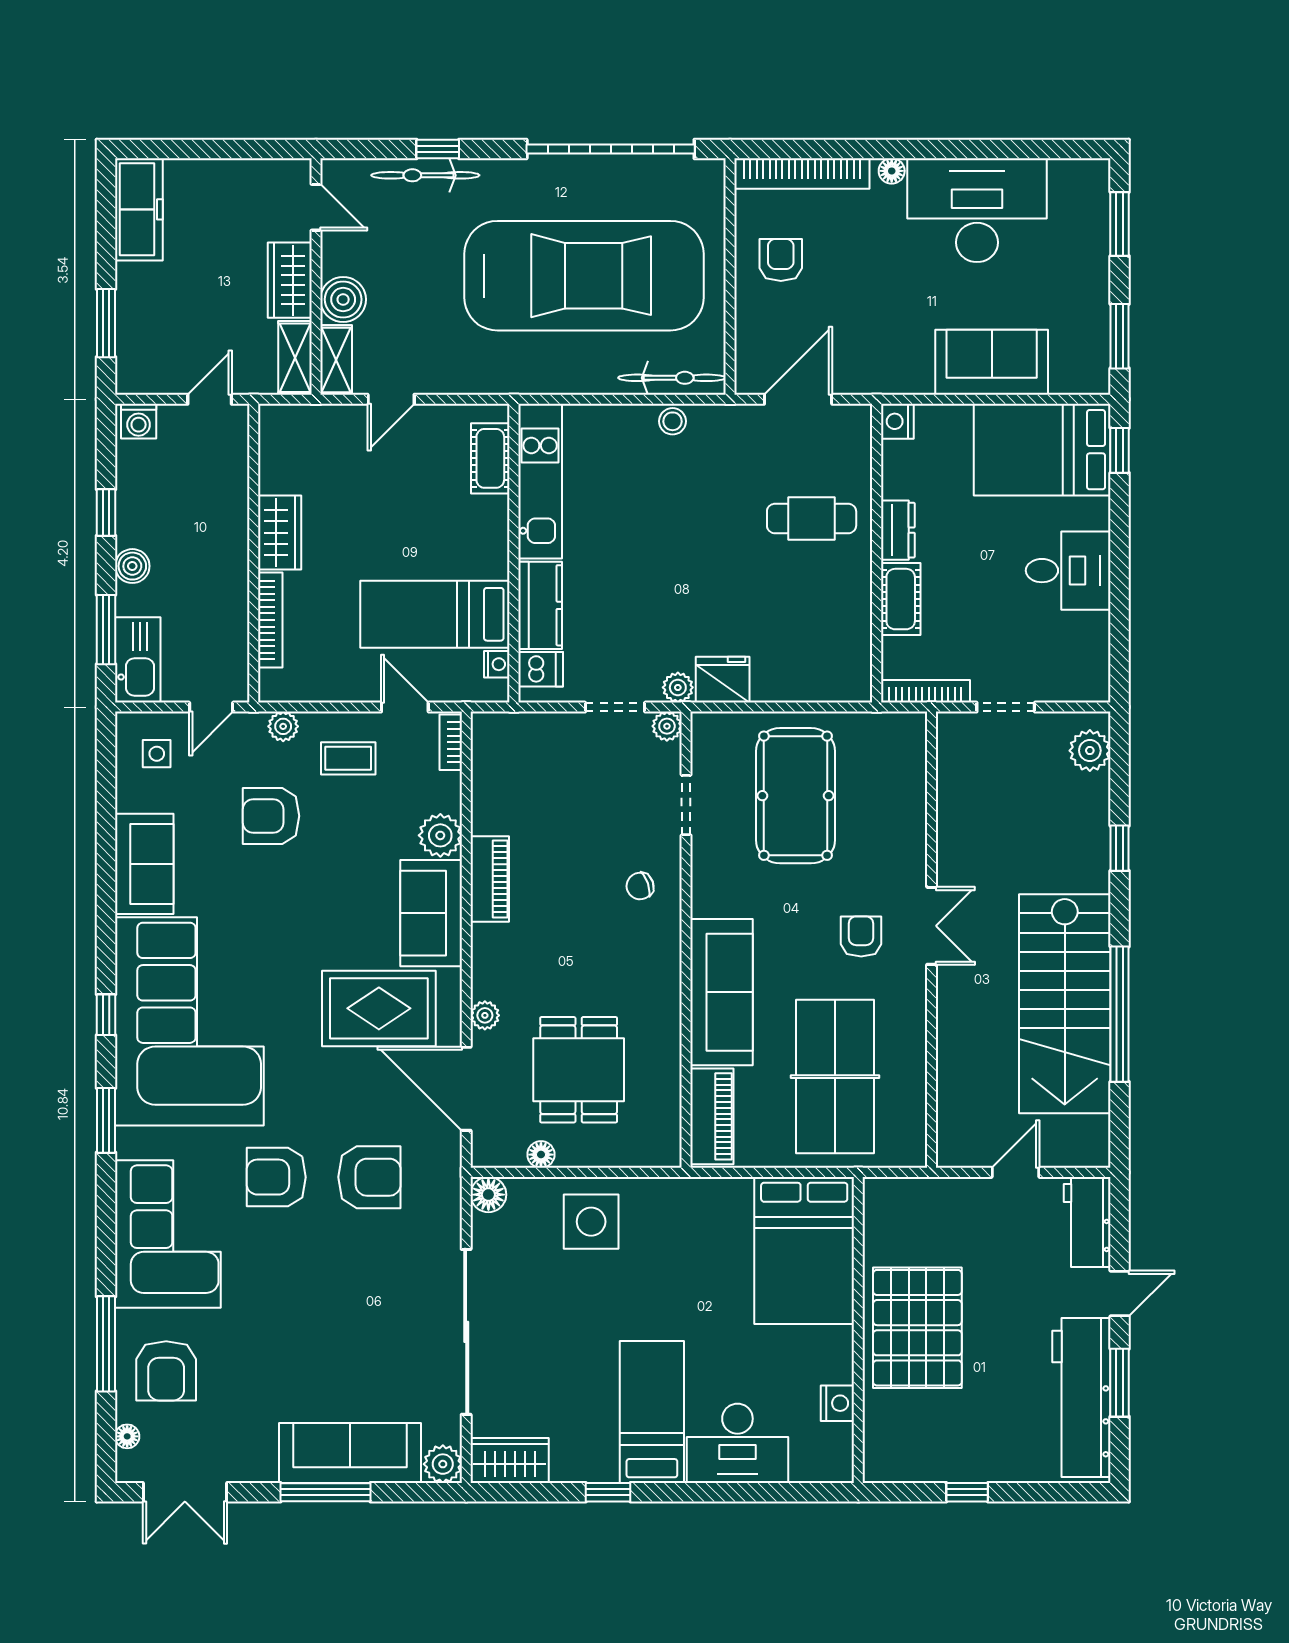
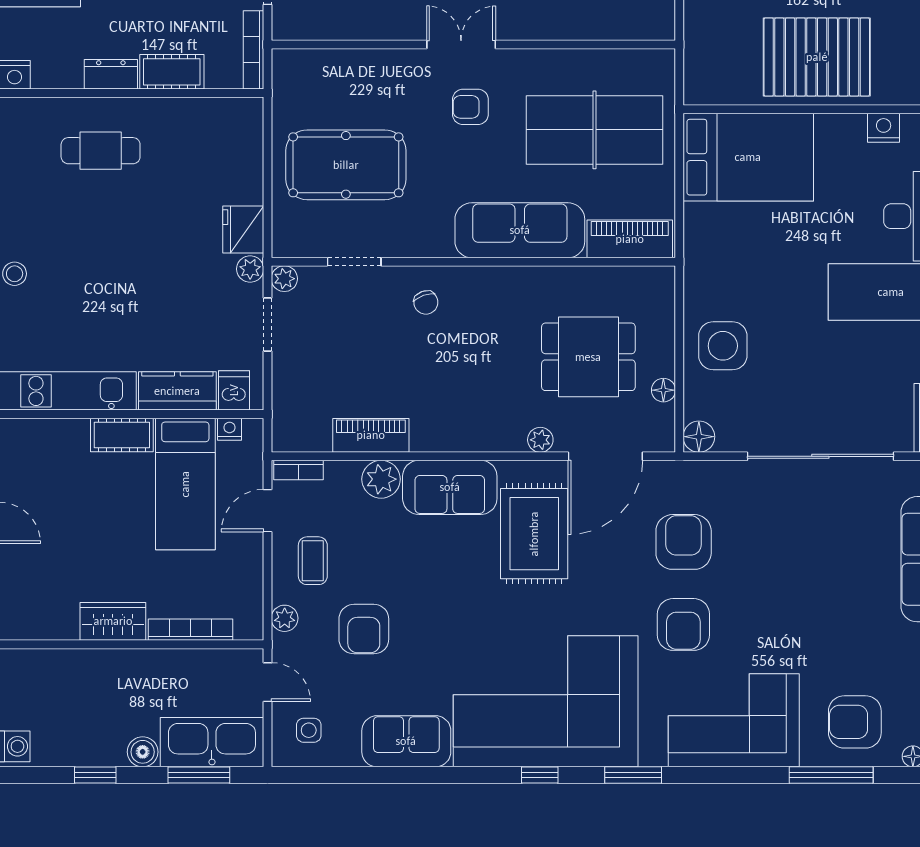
cot: (490, 458) -> (122, 435), moved
cafe table: (812, 519) -> (101, 151), turned 90
kitchen sink: (138, 660) -> (212, 742), width x1.36, depth x1.24
piano: (490, 879) -> (371, 435), moved
armchair: (166, 1371) -> (855, 722), turned 180

